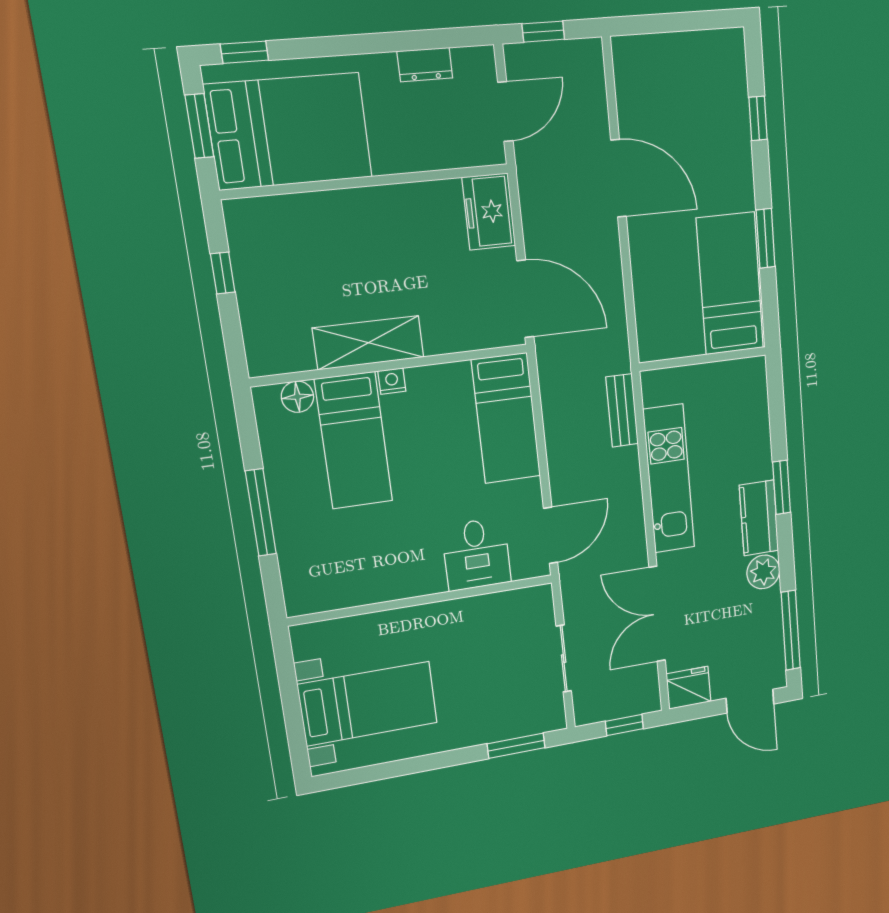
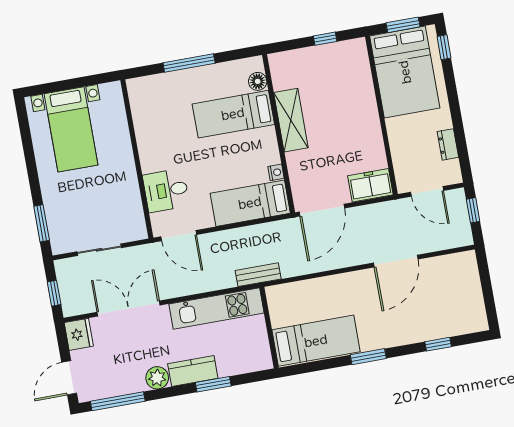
bed: (730, 284) -> (316, 341), moved
wall: (703, 359) -> (269, 328), moved
nightstand: (392, 381) -> (276, 172), moved

